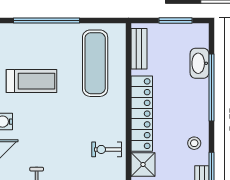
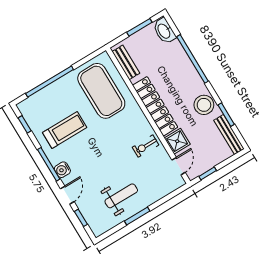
exercise mat: (95, 63) -> (101, 91), width x1.47
washbasin: (199, 63) -> (164, 31), moved
stool: (194, 143) -> (204, 105), width x1.89, depth x1.89

